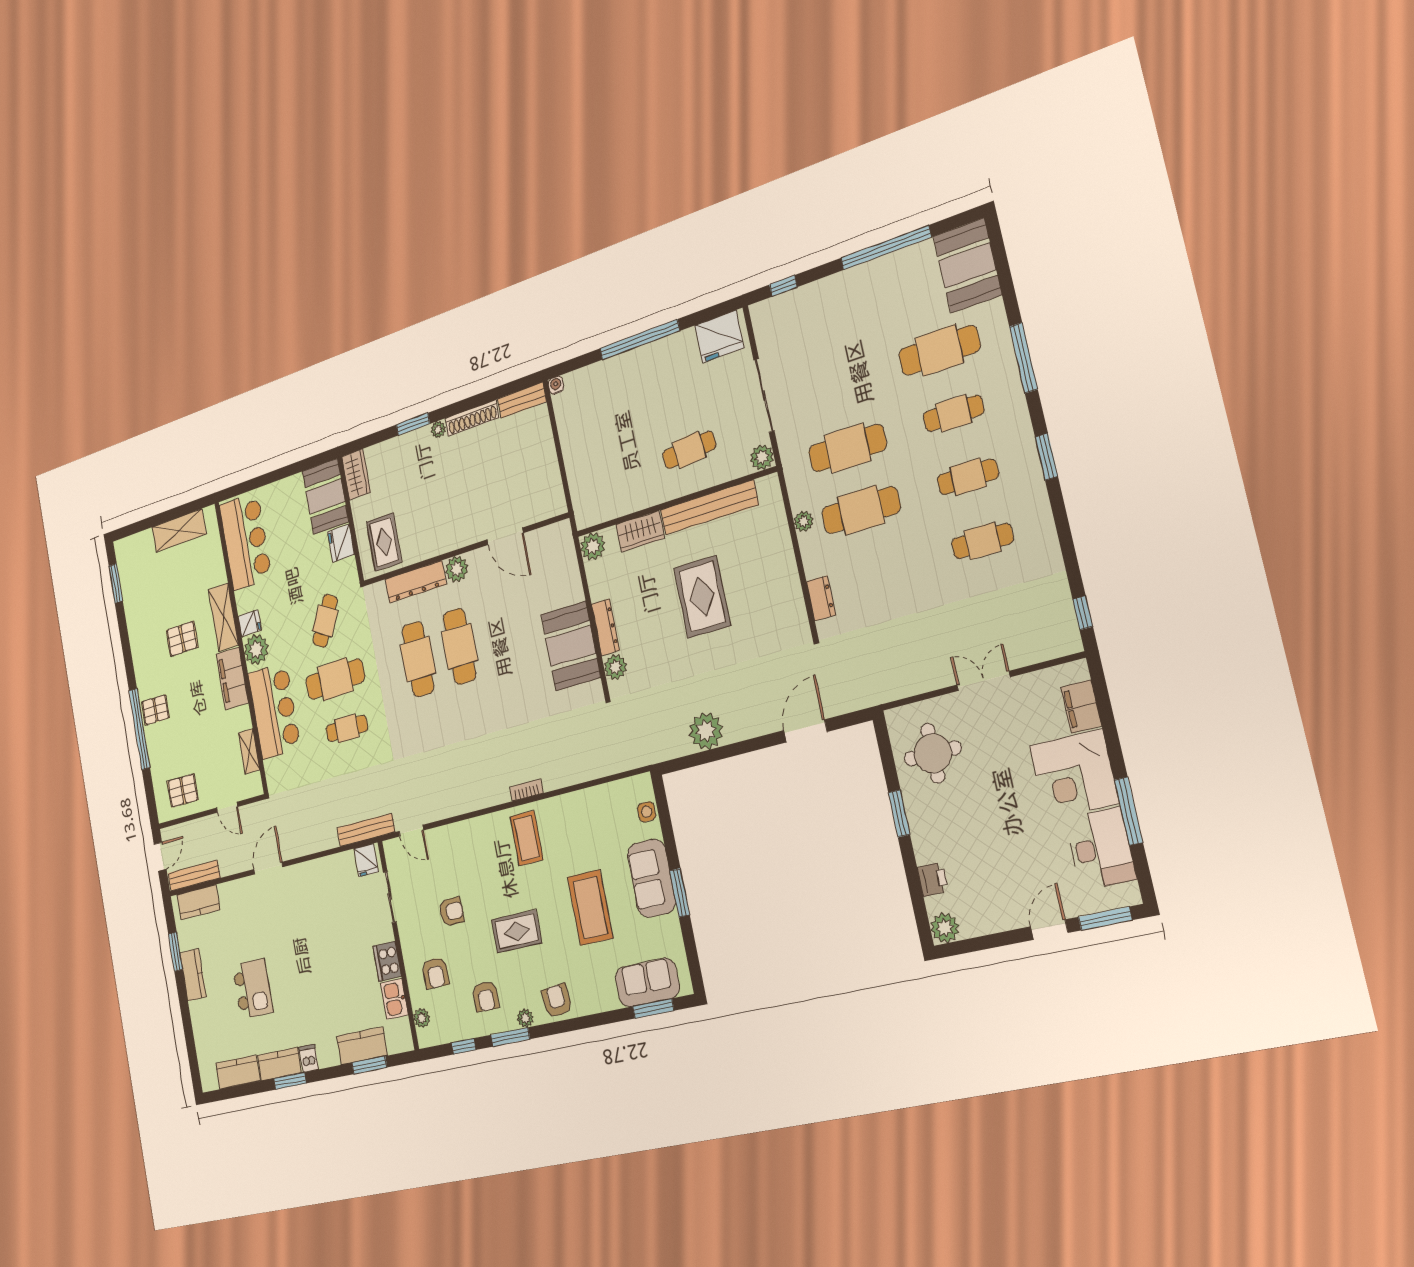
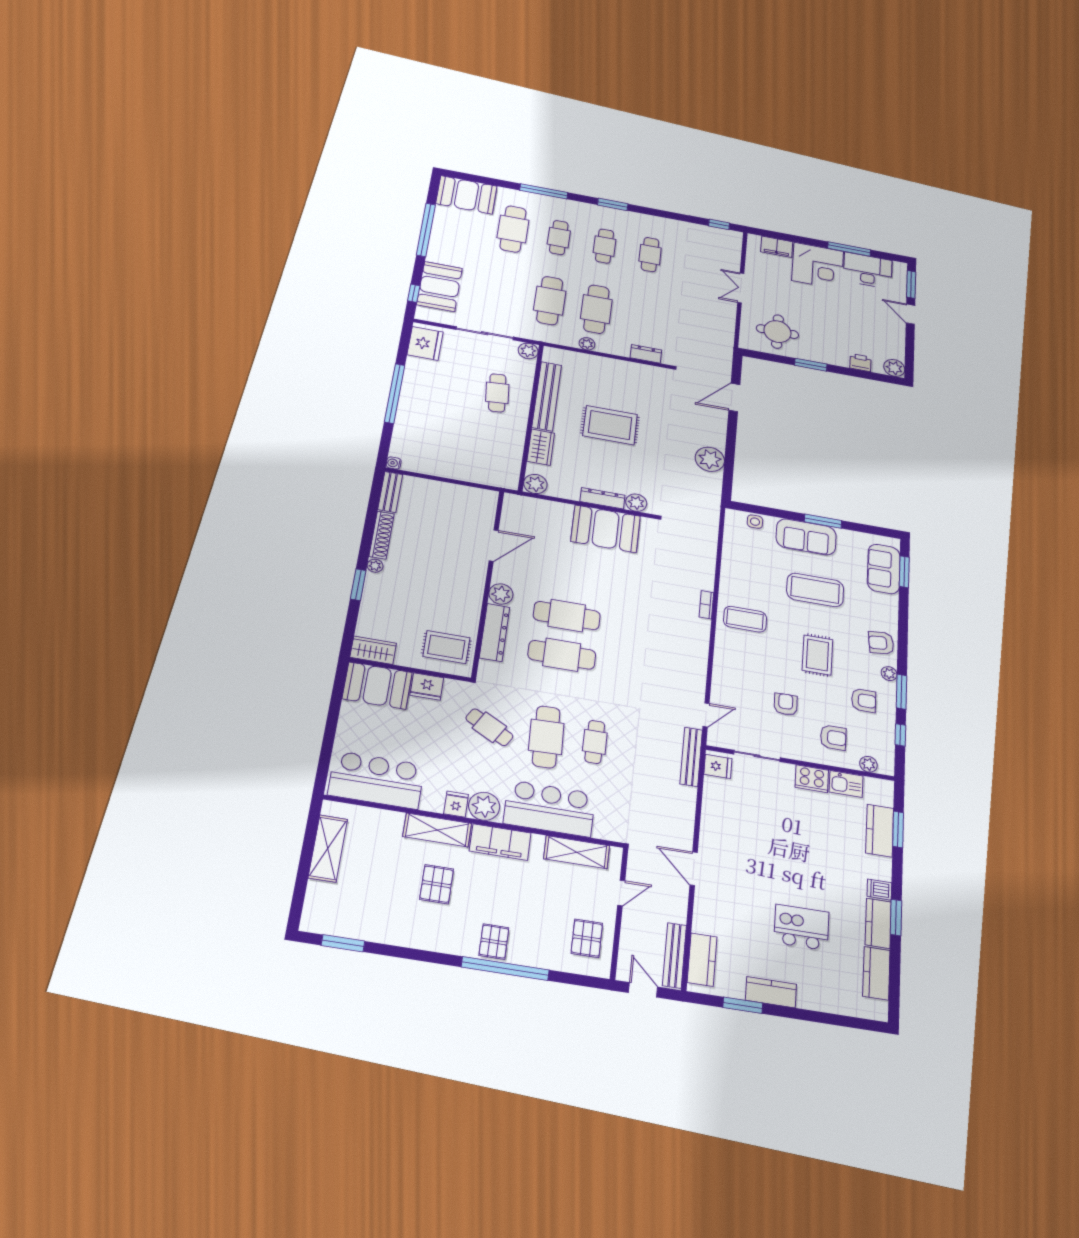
booth: (807, 309) -> (439, 286), added
door: (805, 731) -> (734, 397), hinge flipped
shelving: (249, 751) -> (577, 852), width x1.50, depth x1.33

